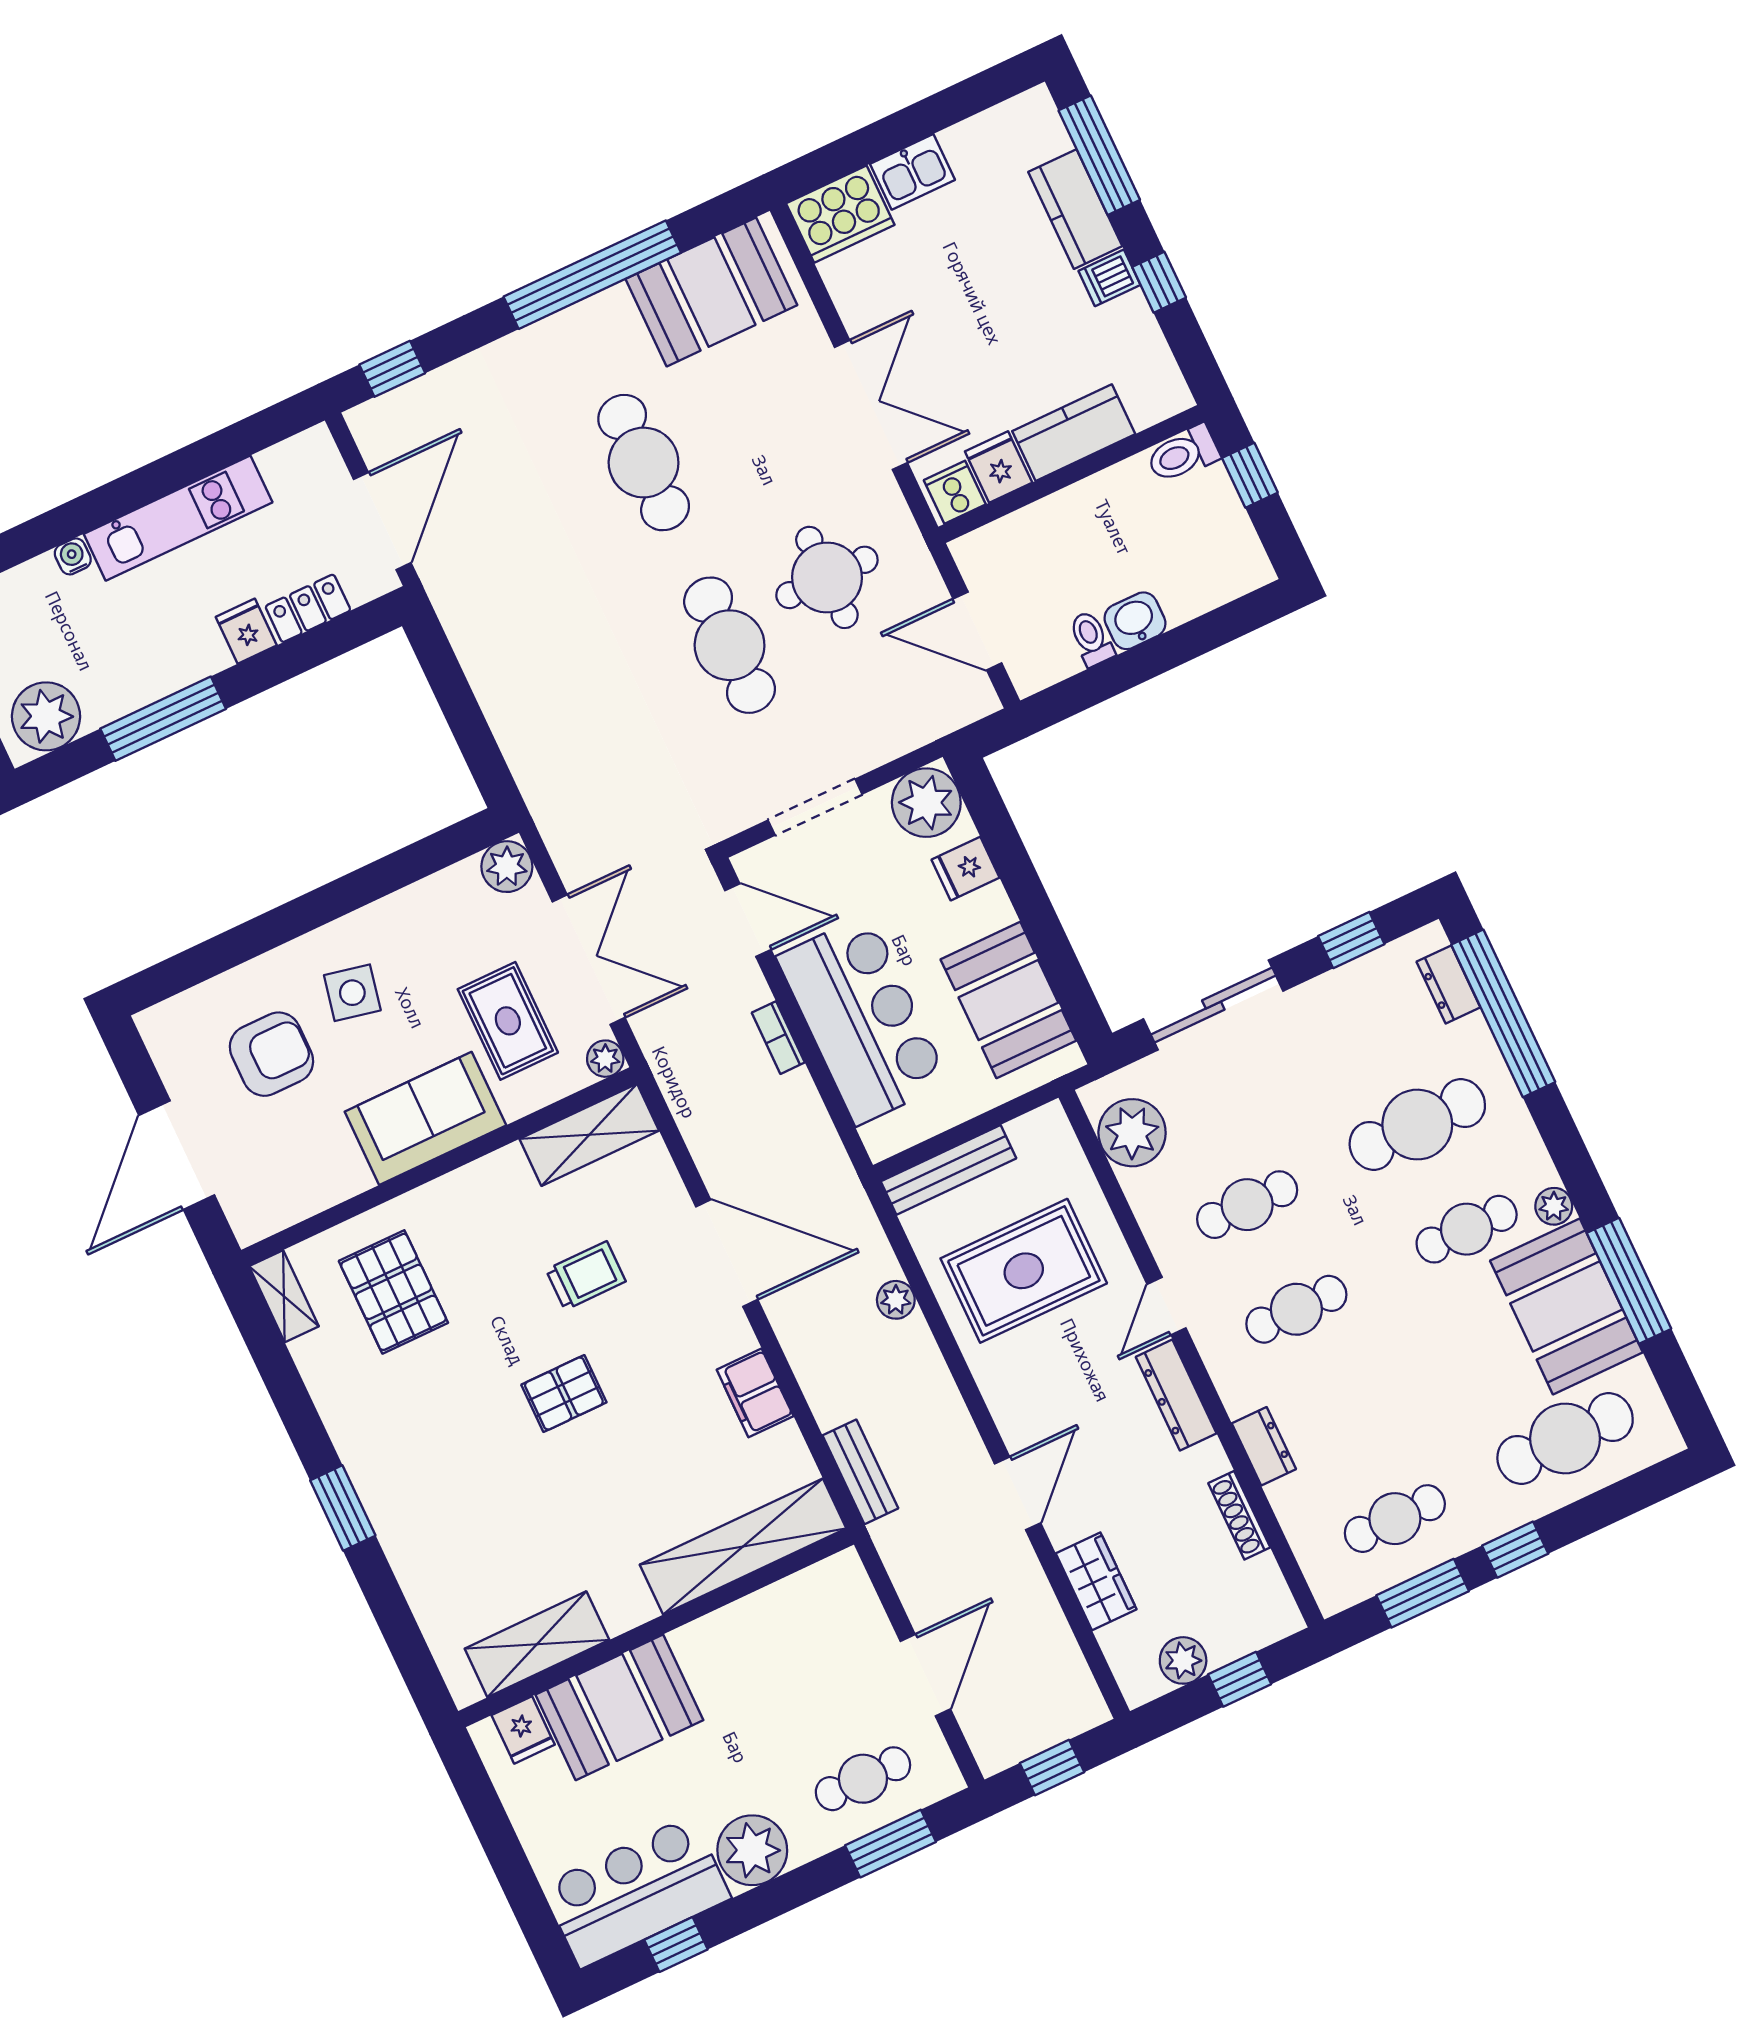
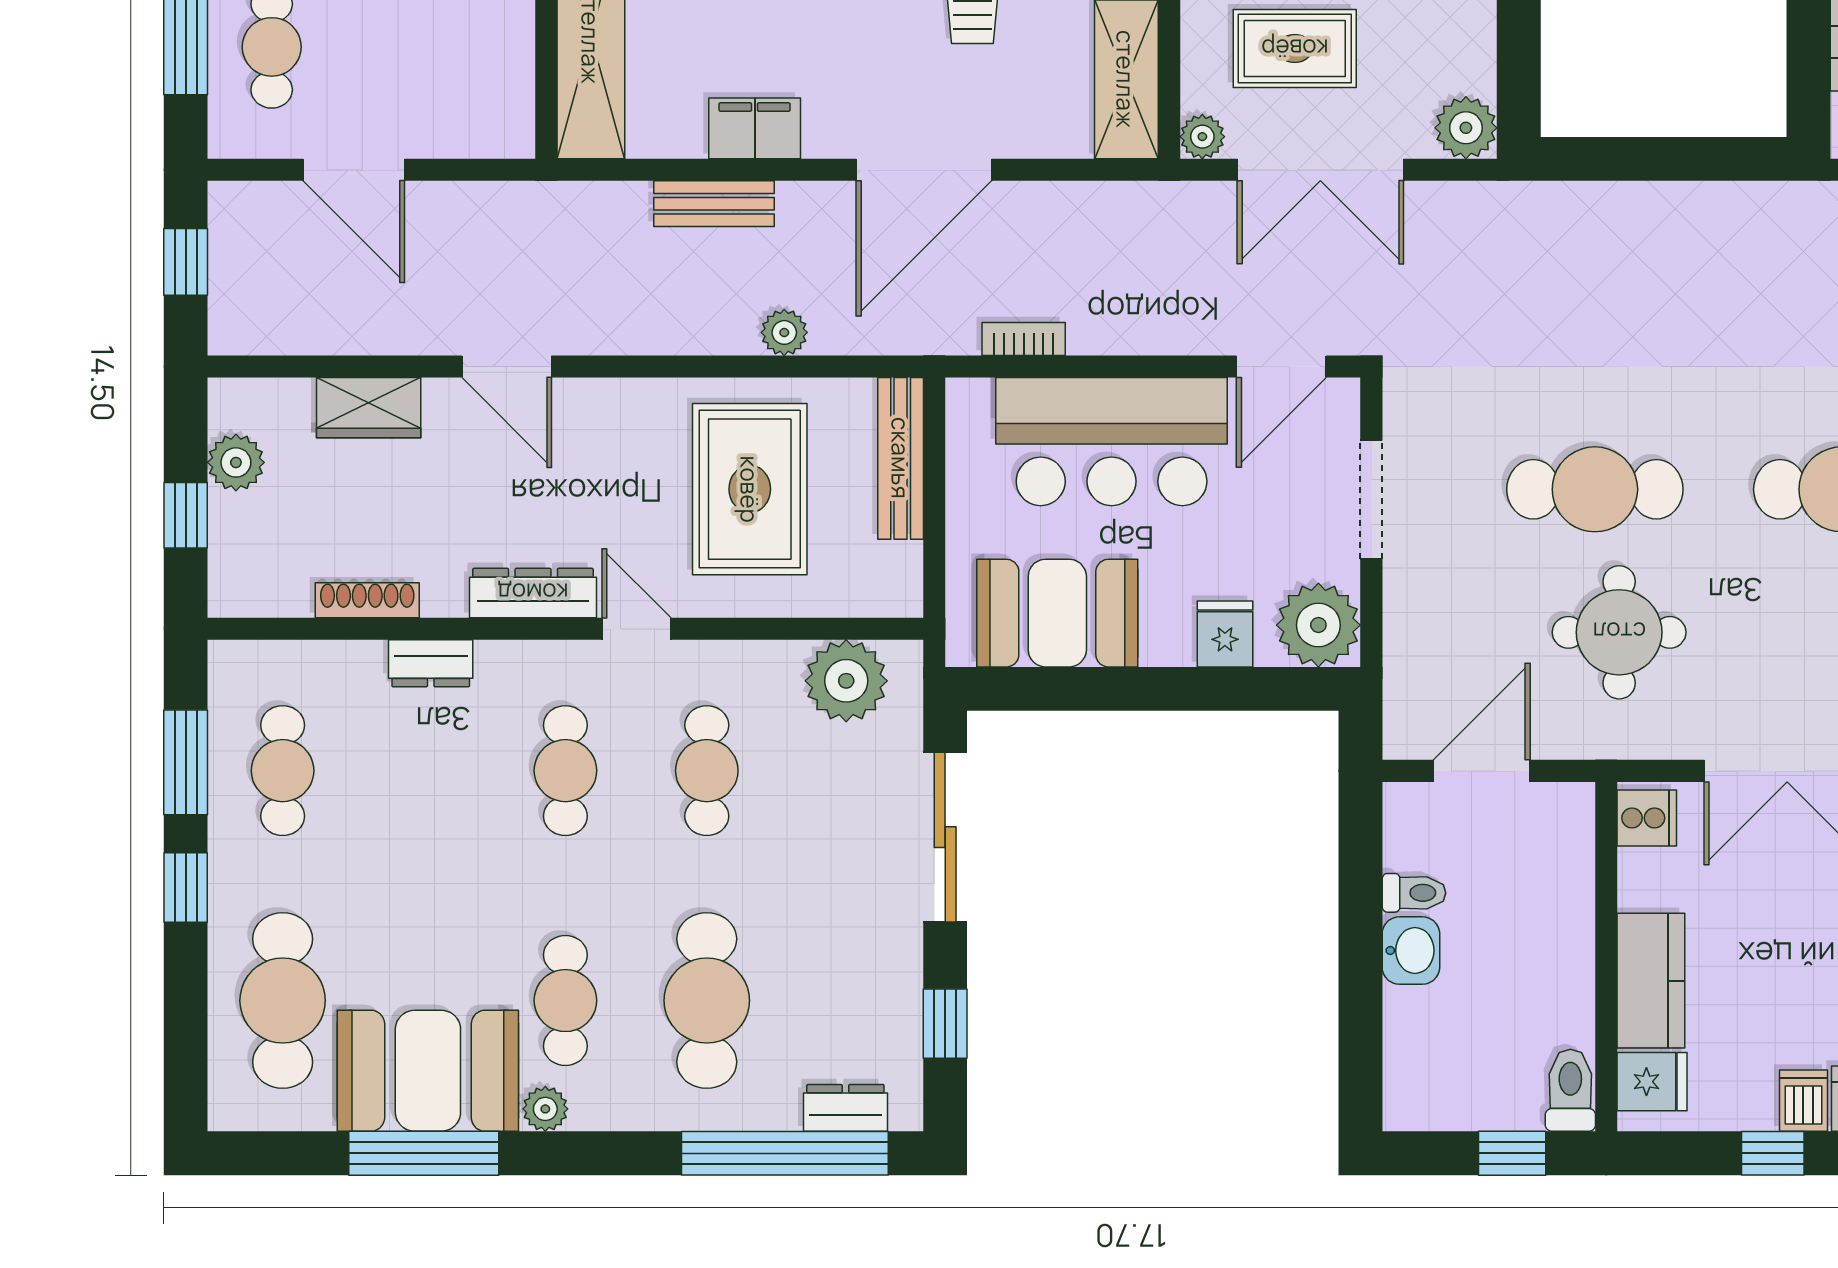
fridge: (999, 467) -> (1652, 1082), moved
bookcase: (778, 1038) -> (1024, 339), moved
bench: (860, 1472) -> (714, 204), moved

